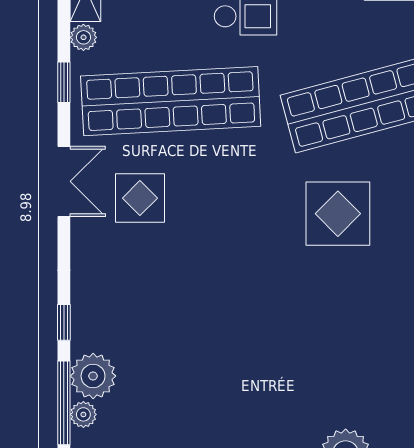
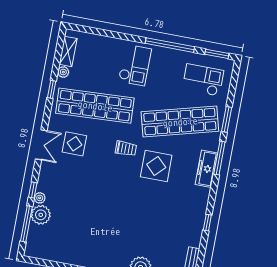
double door: (64, 181) -> (41, 145), moved
trolley: (261, 187) -> (126, 149), added
plant: (83, 414) -> (40, 198), moved

